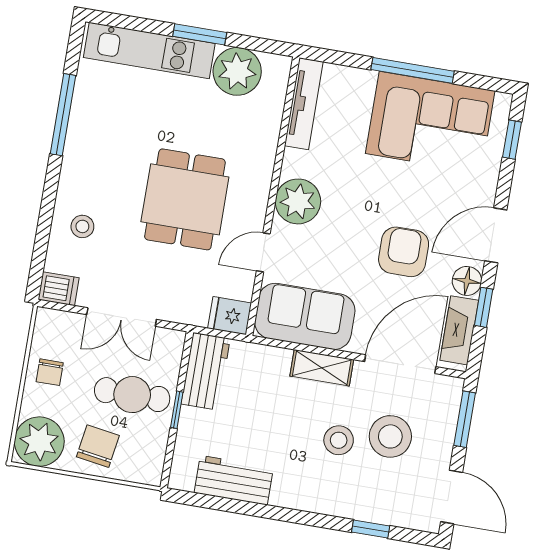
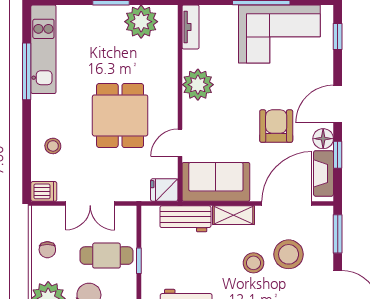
kitchen unit: (149, 50) -> (43, 49), moved, turned -90
tv unit: (304, 104) -> (191, 27), width x0.71
plant: (298, 201) -> (198, 85), moved
workbench: (206, 371) -> (185, 219), moved, turned 90

